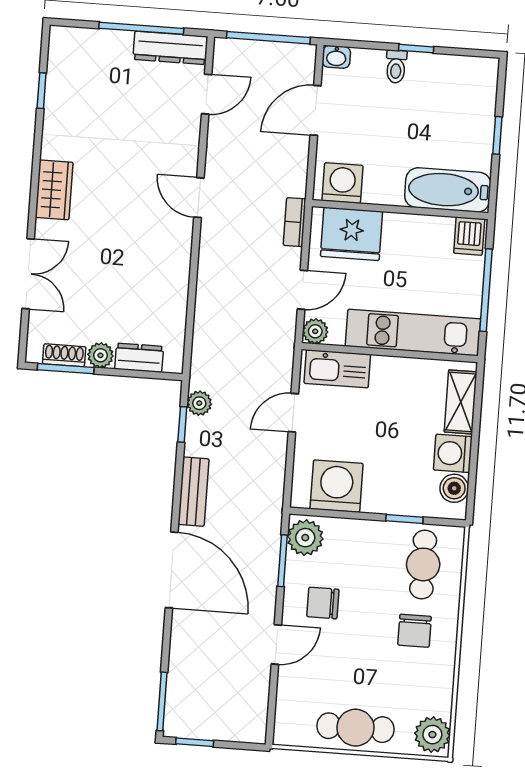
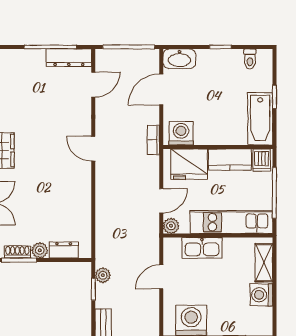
washbasin: (336, 57) -> (179, 59), width x1.91, depth x1.45
toilet: (396, 67) -> (250, 59), moved
bathtub: (448, 190) -> (260, 119), moved, turned -90
bookcase: (295, 222) -> (153, 140), moved
kitchen counter: (418, 231) -> (230, 159), added
kitchen sink: (337, 369) -> (202, 248), moved
boiler: (454, 488) -> (264, 316), removed

